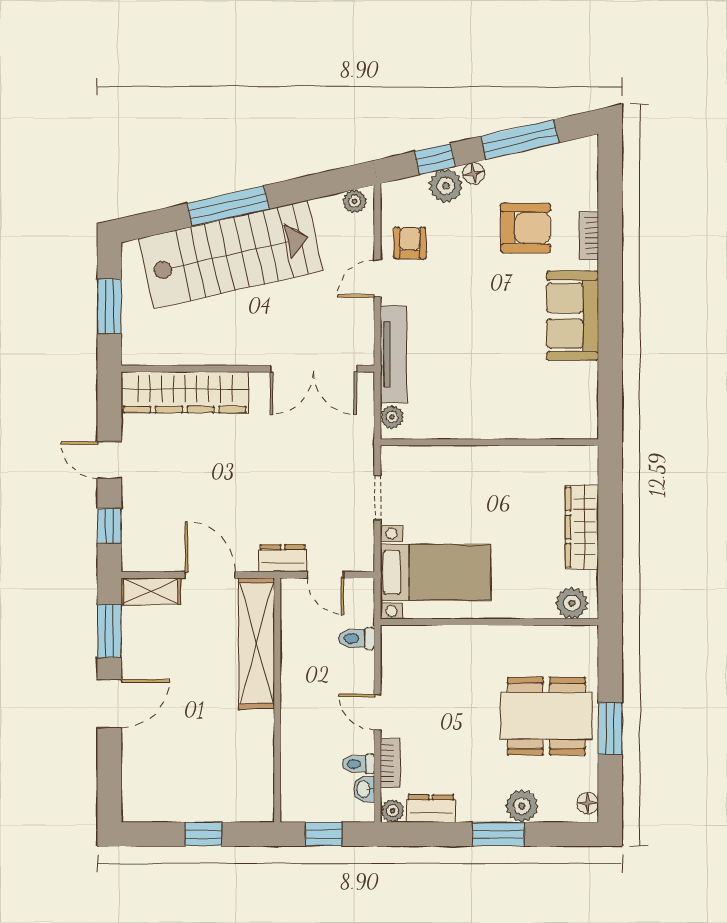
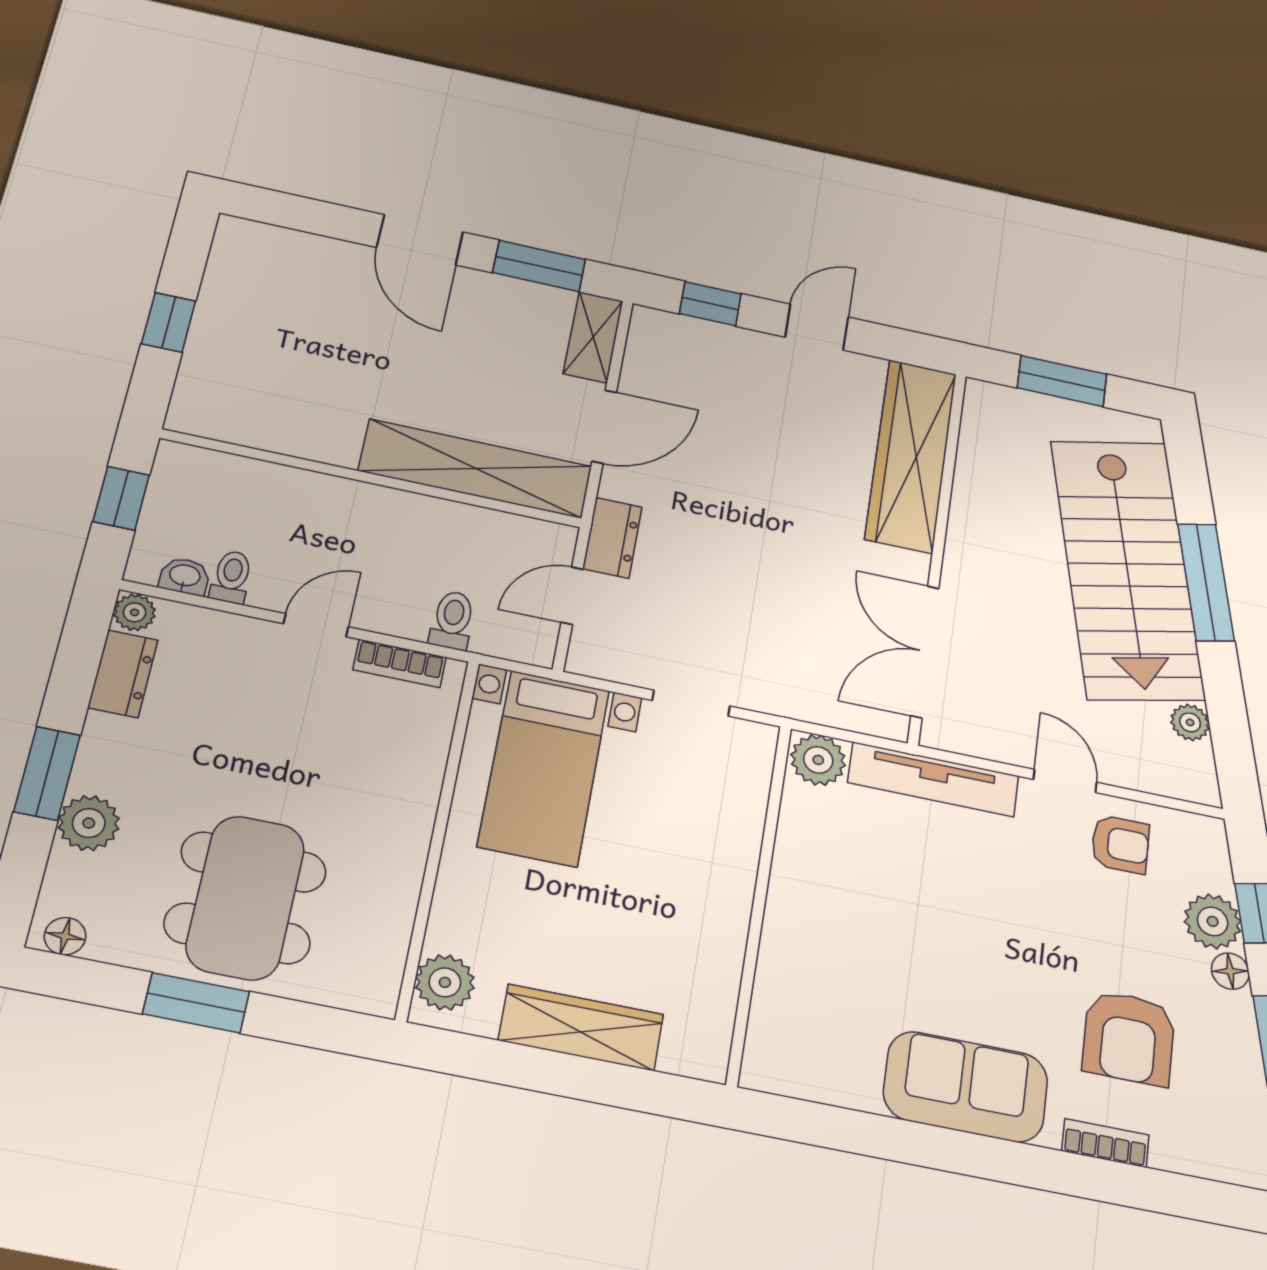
plant: (355, 201) -> (1190, 722), moved
plant: (392, 417) -> (818, 760), width x1.38, depth x1.38
bookcase: (390, 763) -> (400, 663), moved

